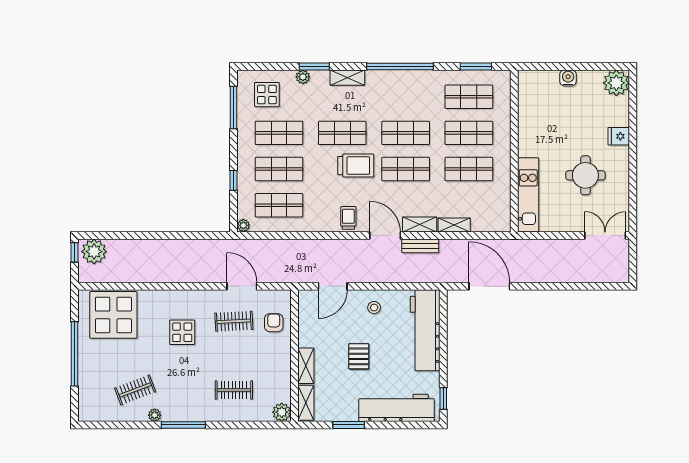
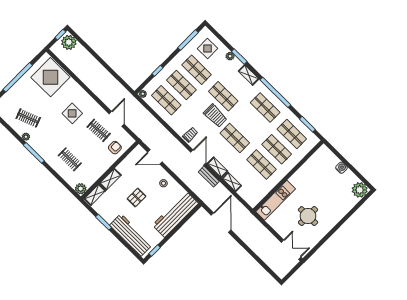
shop shelf: (406, 133) -> (265, 108), moved
fridge: (619, 136) -> (338, 213), removed

